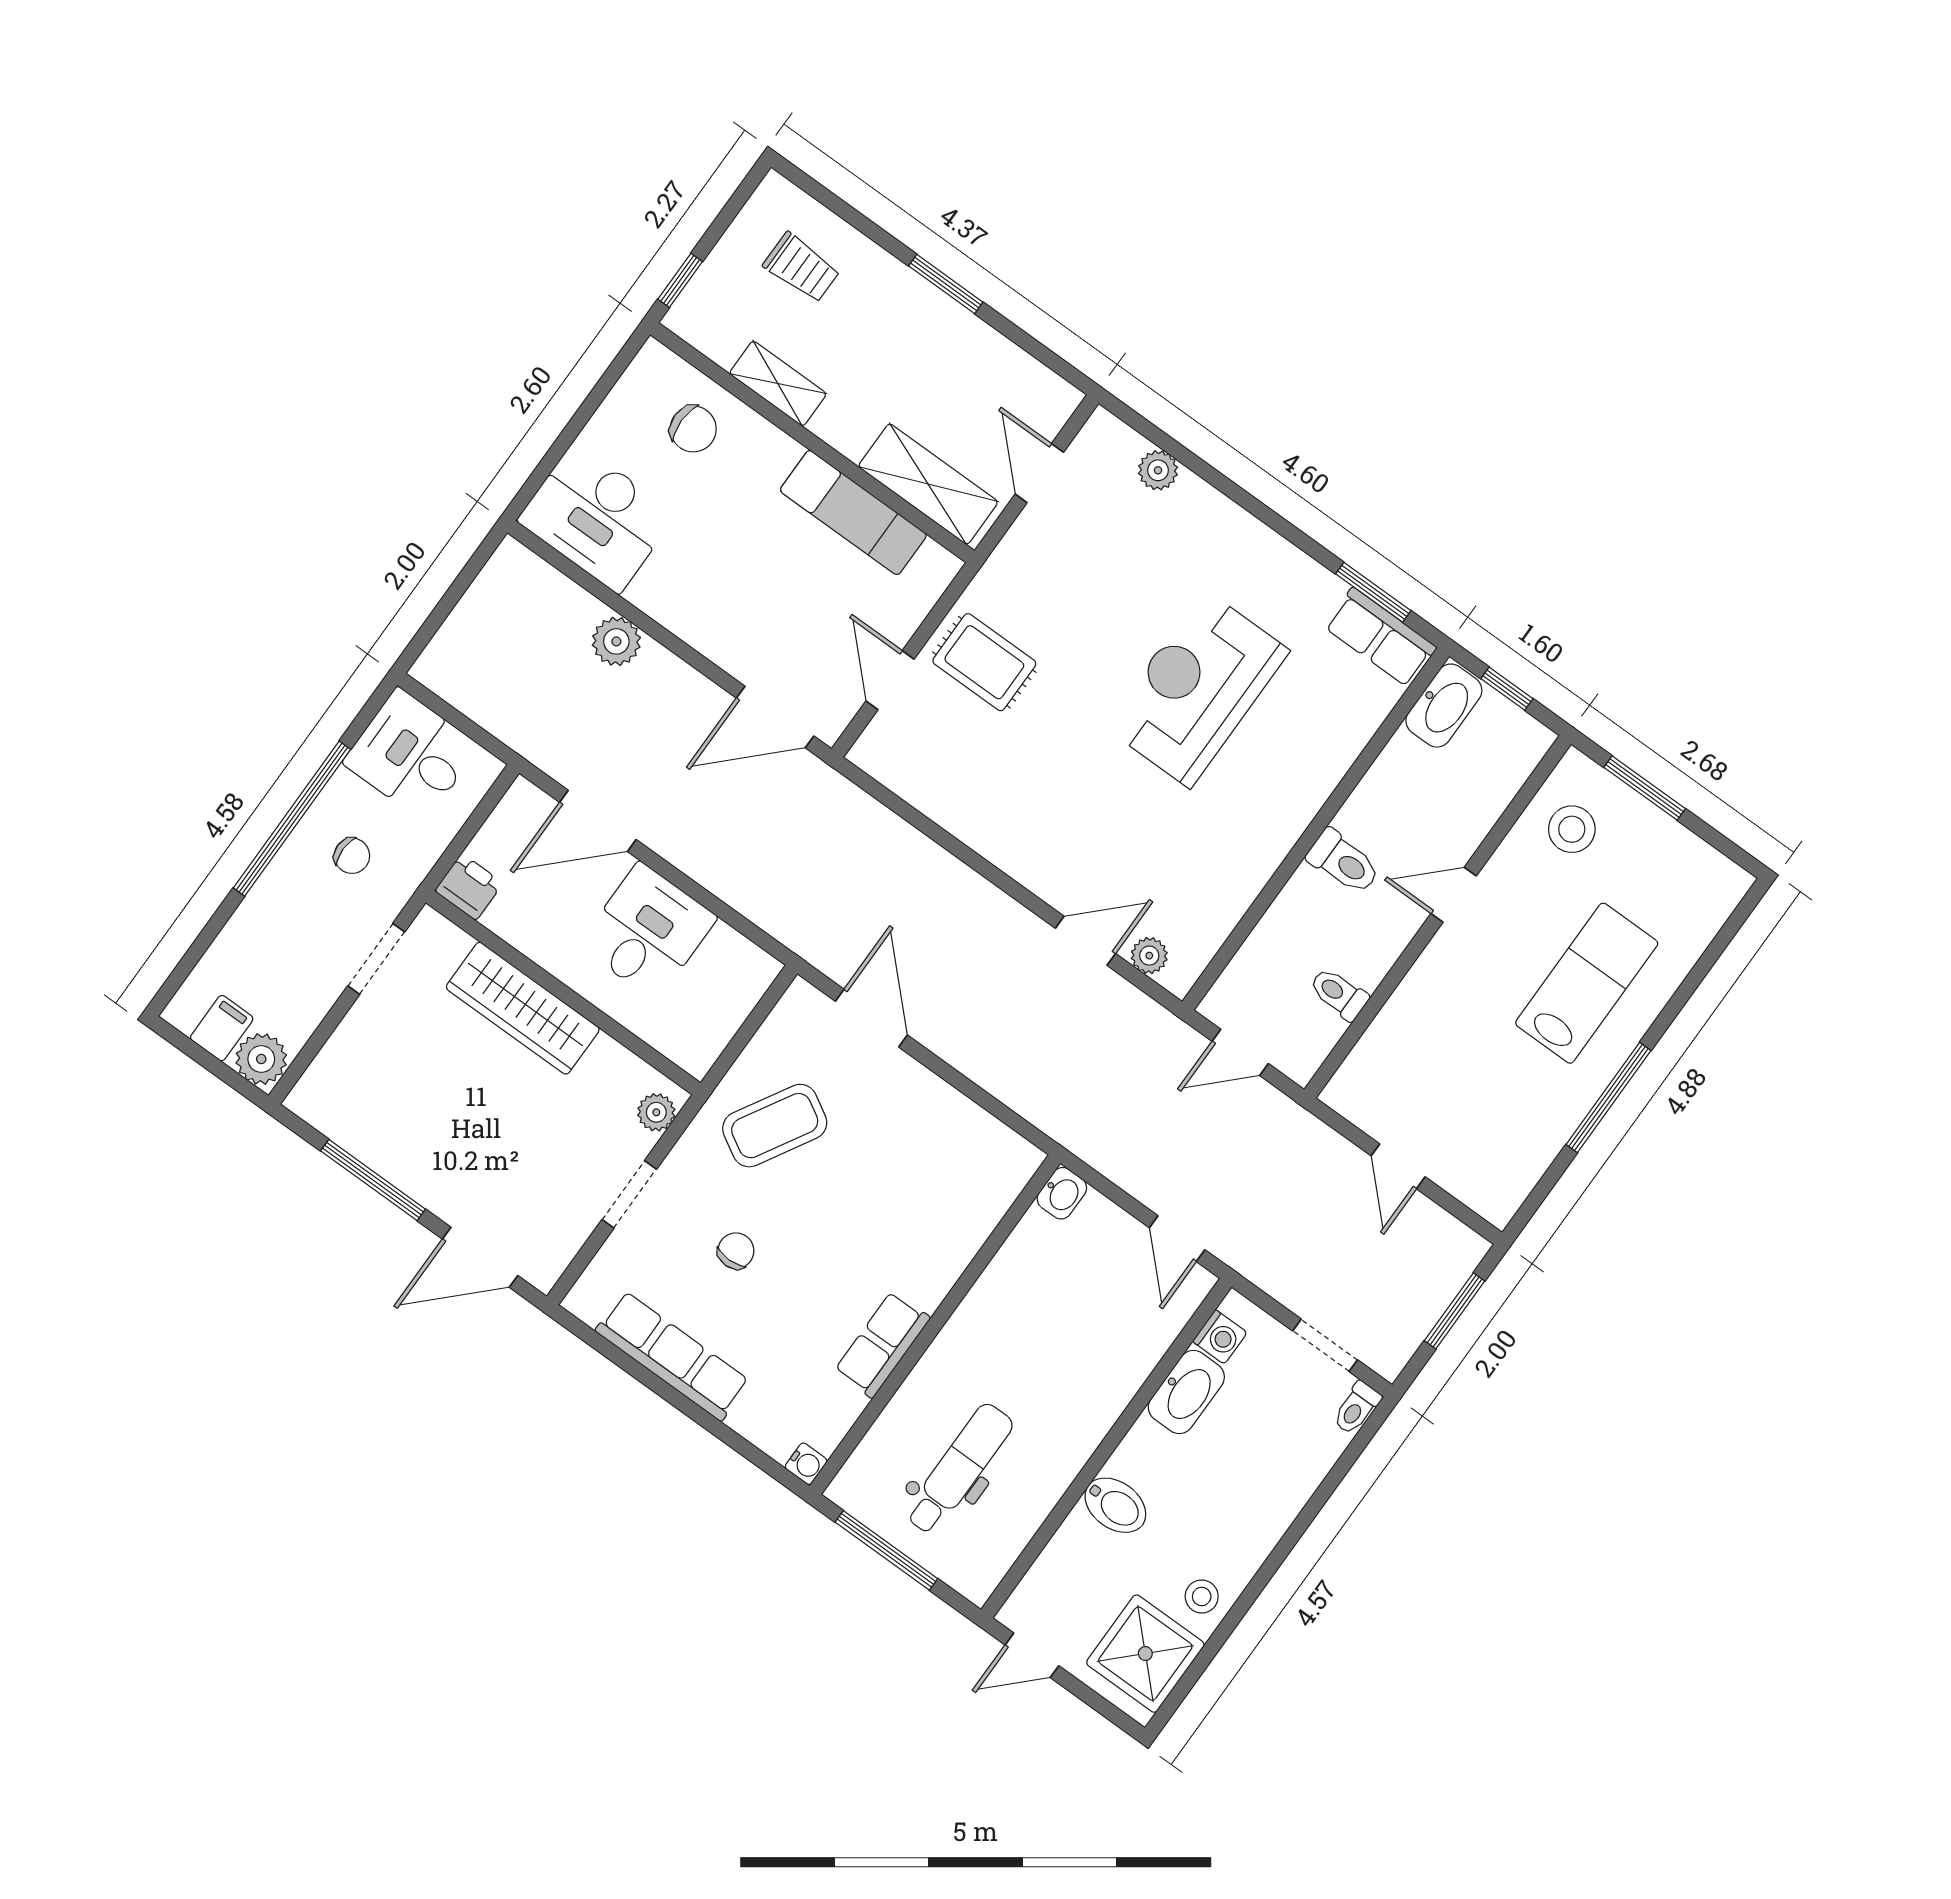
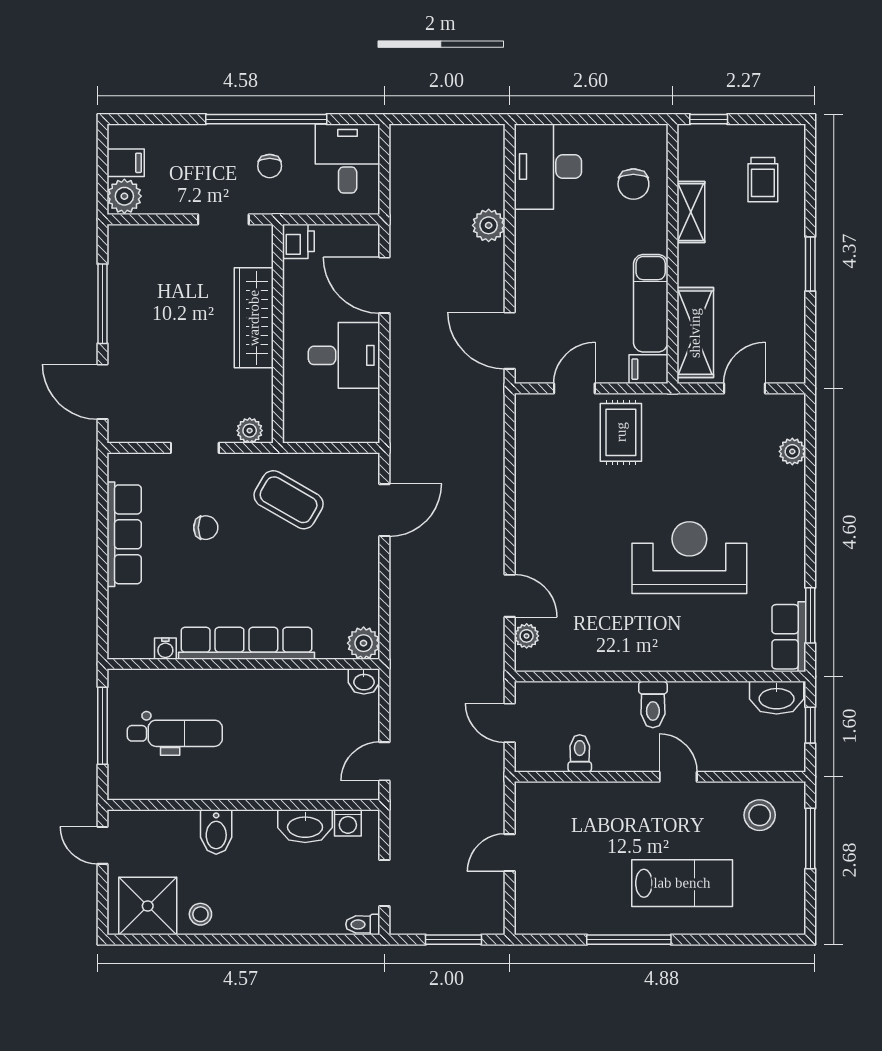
filing cabinet: (932, 573) -> (648, 369), added
plant: (1015, 1160) -> (364, 643), added
row of seats: (882, 1344) -> (246, 643), width x2.02
water cooler: (806, 1464) -> (165, 649), moved

